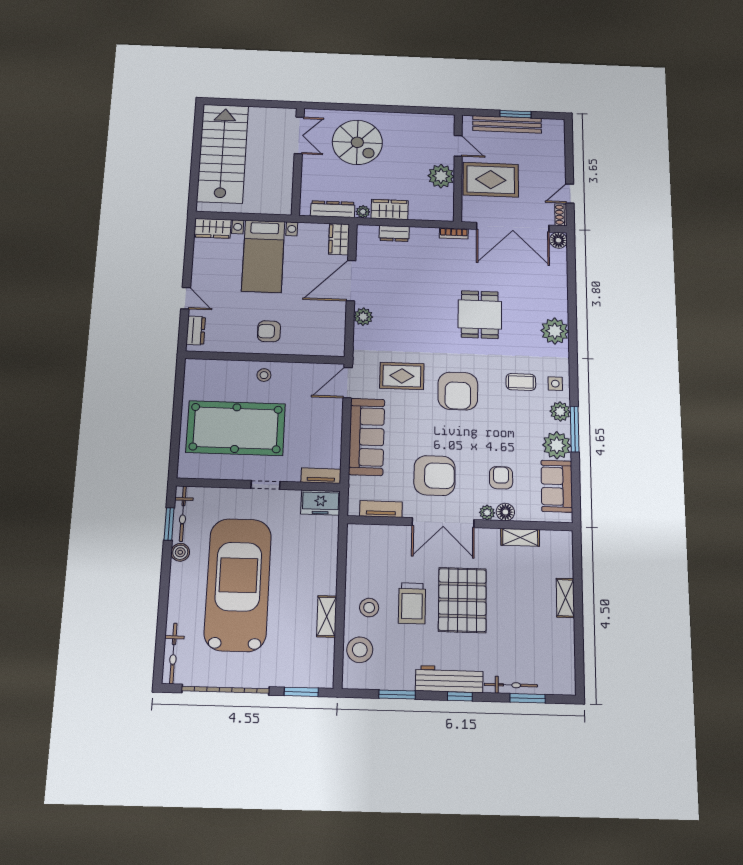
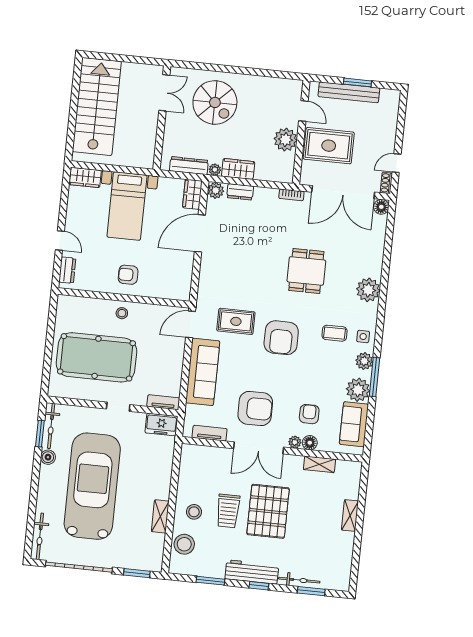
plant: (363, 317) -> (216, 190), moved

